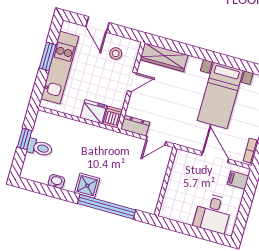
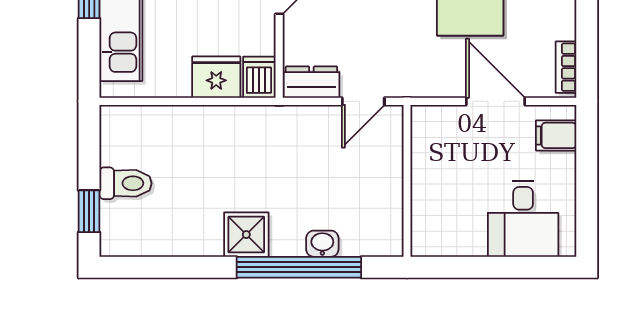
window: (25, 139) -> (89, 211), moved
washbasin: (56, 181) -> (322, 244), moved

